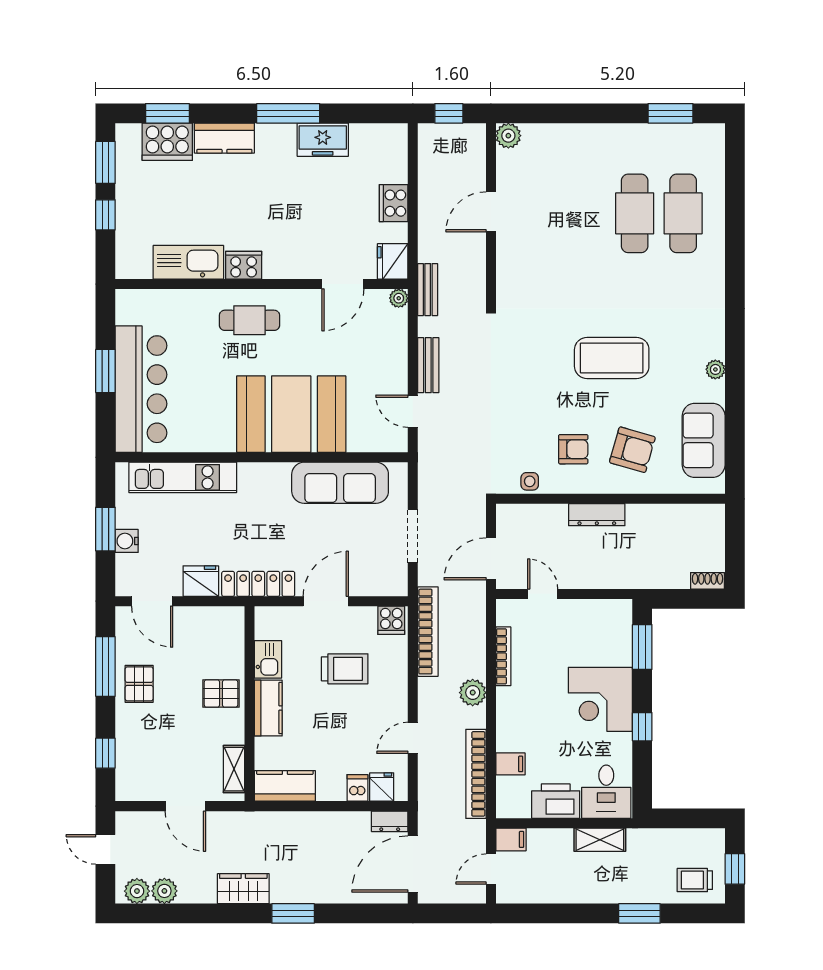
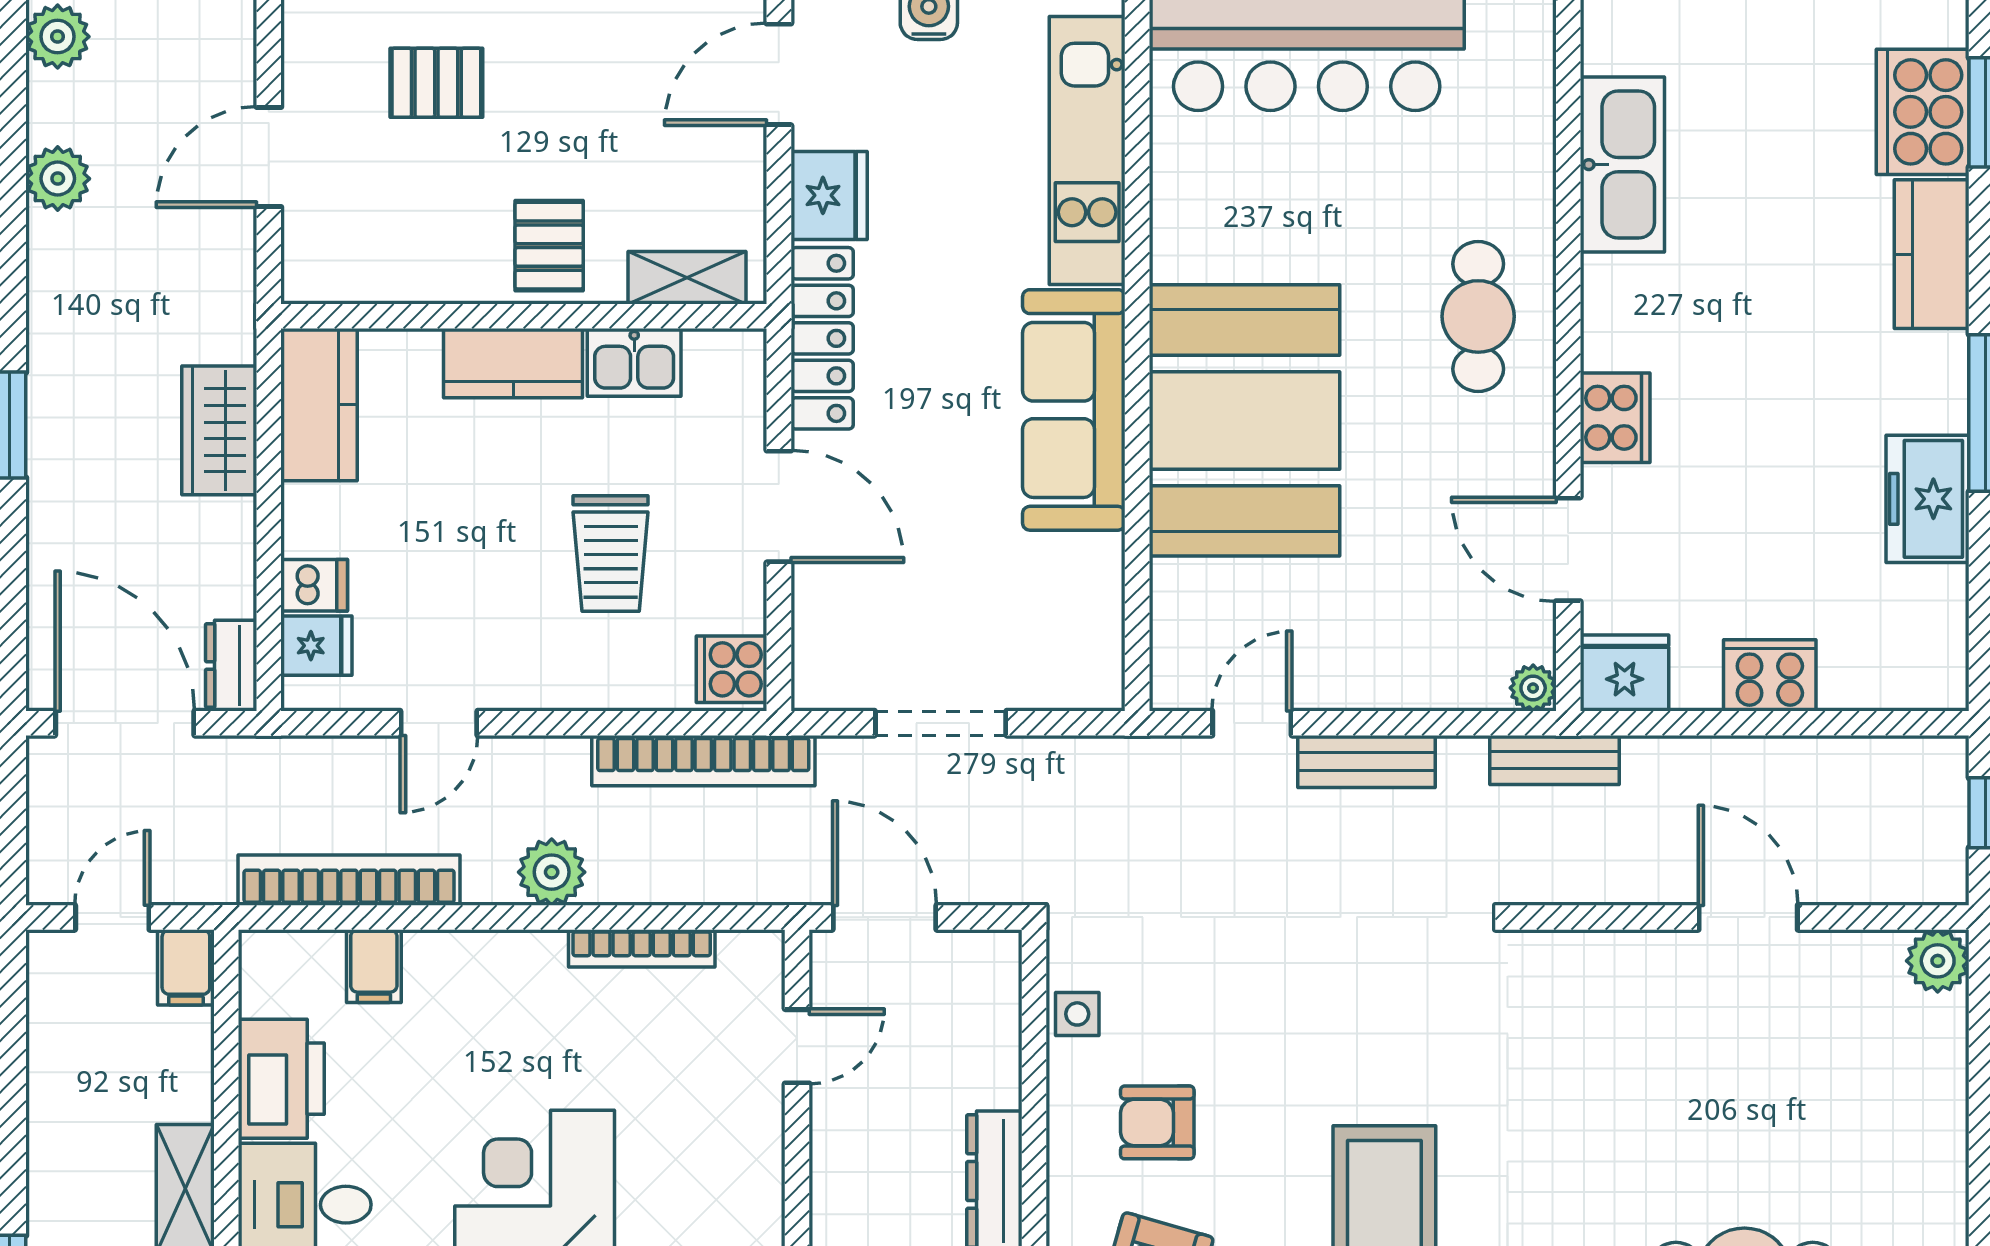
cooker: (244, 265) -> (1615, 418), moved
armchair: (573, 449) -> (1157, 1122), turned 90
sofa: (340, 483) -> (1074, 410), moved
pallet: (139, 684) -> (436, 83), moved
door: (413, 738) -> (439, 723), swing flipped
shelving: (234, 769) -> (687, 278), moved
door: (491, 869) -> (112, 917), hinge flipped
wardrobe: (243, 889) -> (219, 430), moved, turned 180
plant: (164, 891) -> (58, 179), moved

